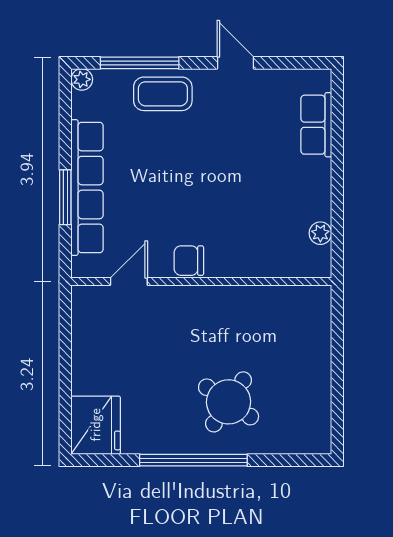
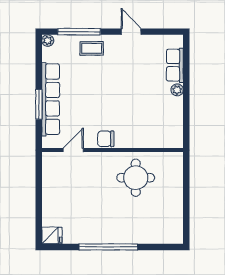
coffee table: (163, 94) -> (92, 48), width x0.73, depth x0.77
plant: (320, 233) -> (177, 90), moved
round table: (229, 402) -> (136, 178), moved, turned -34
fridge: (96, 425) -> (52, 235), width x0.53, depth x0.75

